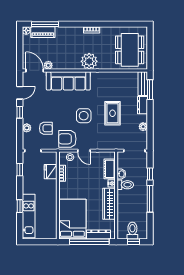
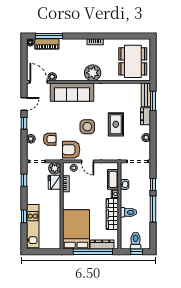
plant: (51, 158) -> (55, 168), added
toilet: (125, 185) -> (129, 212), moved

